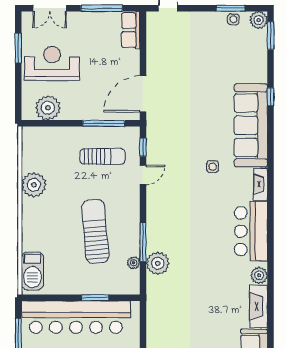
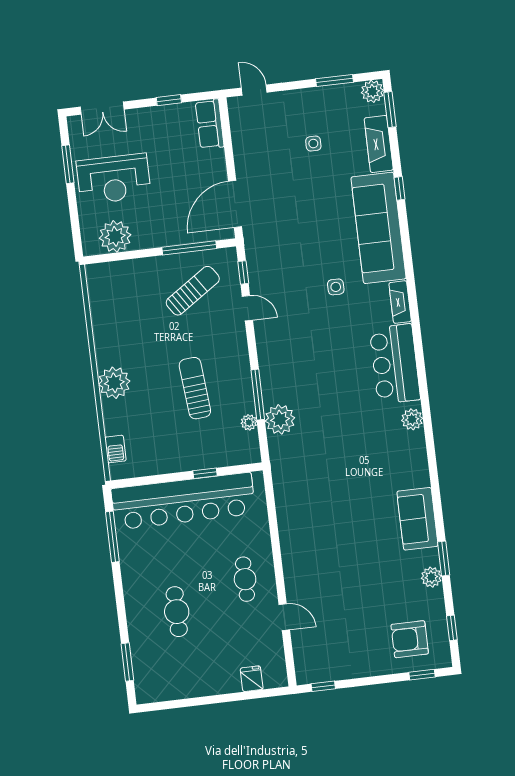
window: (102, 8) -> (169, 100), width x0.46
side table: (233, 19) -> (313, 144), moved
reception desk: (52, 63) -> (114, 179), turned 180
sun lounger: (102, 156) -> (193, 291), turned -34
door: (143, 175) -> (247, 308), hinge flipped
plant: (34, 185) -> (114, 383), moved
sun lounger: (95, 231) -> (195, 388), width x0.73, depth x0.75
barbecue: (32, 271) -> (115, 449), width x0.53, depth x0.65
window: (95, 298) -> (205, 473), width x0.67
fireplace: (259, 306) -> (379, 144), moved

